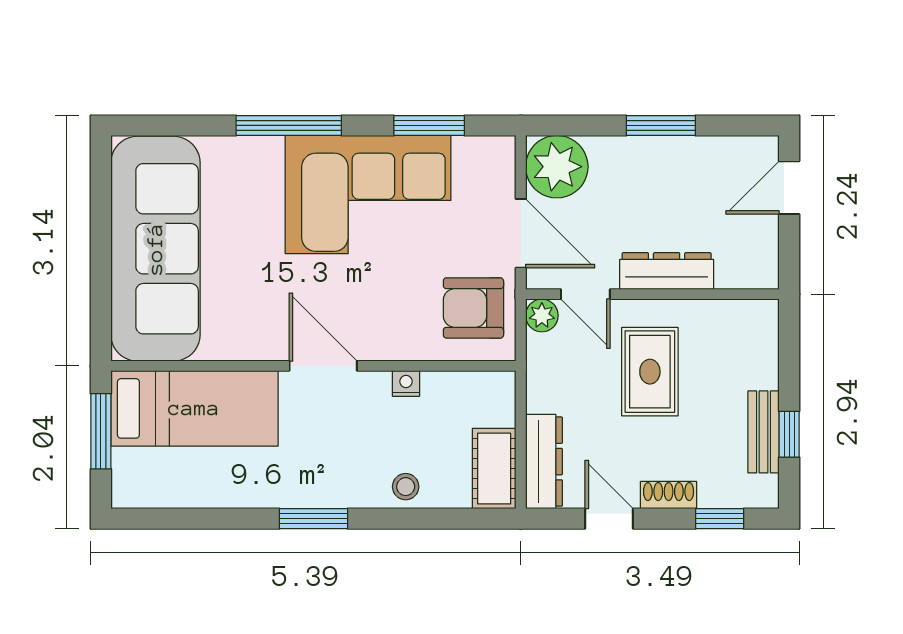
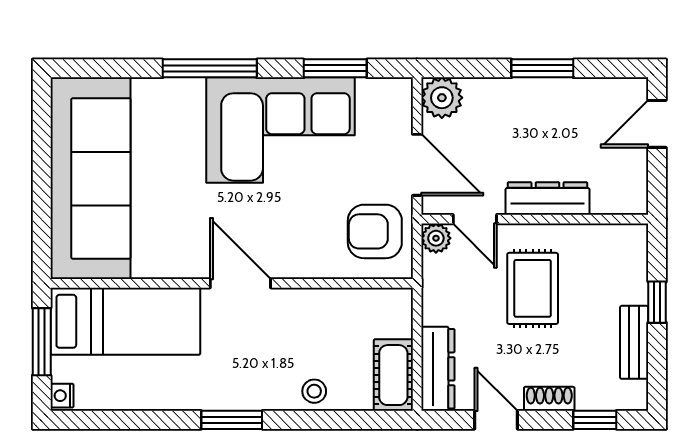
plant: (557, 167) -> (442, 98), width x0.73, depth x0.73
nightstand: (406, 384) -> (62, 396), moved, turned -90
window: (789, 434) -> (657, 302), moved

